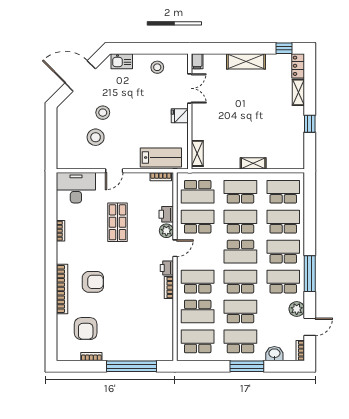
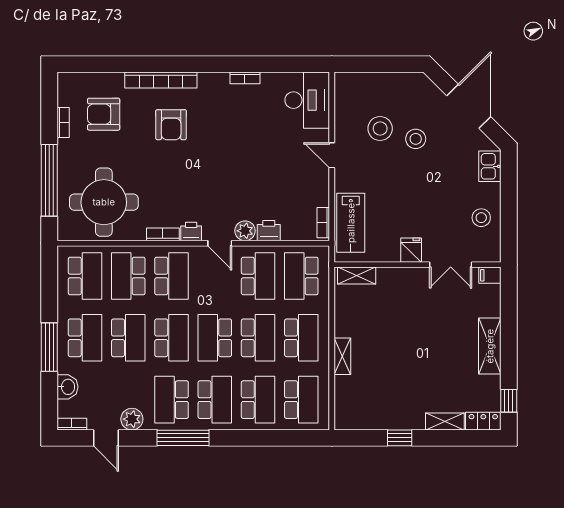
shop shelf: (118, 222) -> (257, 160), removed
school desk: (283, 282) -> (172, 400), turned 180
round table: (147, 328) -> (104, 202), added

